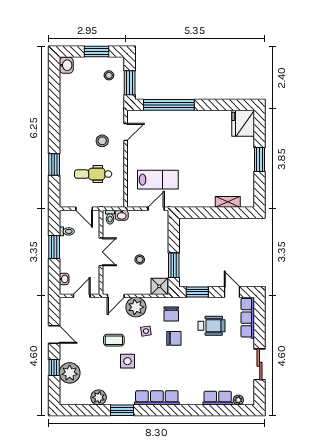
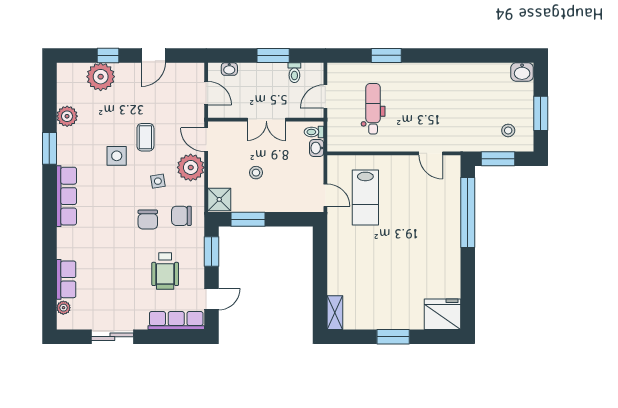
stool: (102, 141) -> (418, 121), removed
shelving: (228, 202) -> (335, 313), moved

